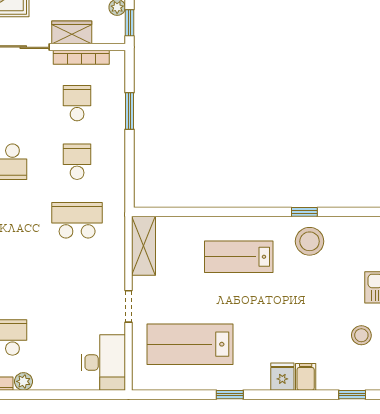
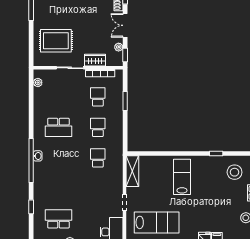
school desk: (77, 220) -> (98, 158), width x0.54
stool: (310, 241) -> (235, 172), moved
lab bench: (239, 257) -> (182, 177), turned 90
lab bench: (190, 344) -> (157, 222), turned 180

